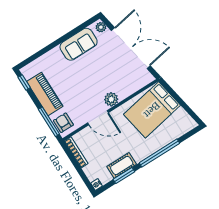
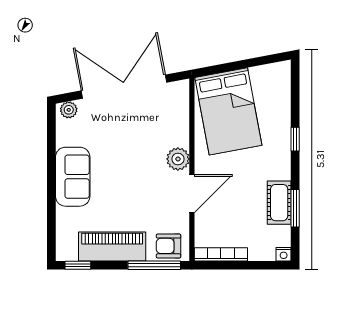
sofa: (79, 44) -> (73, 177), moved
window: (159, 153) -> (295, 139), width x0.32

